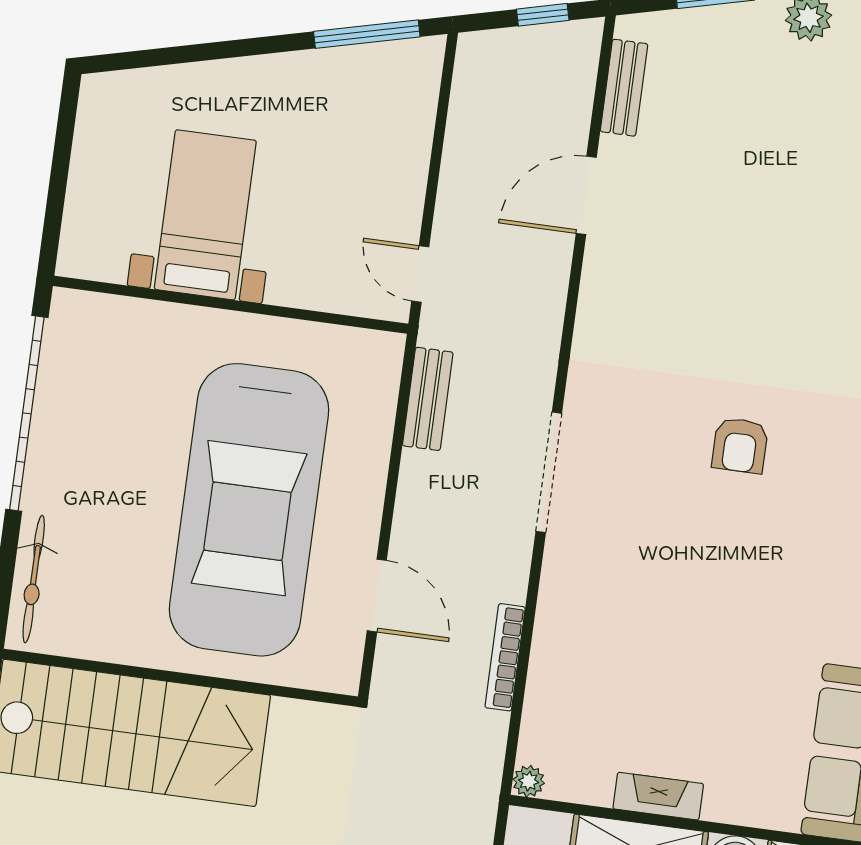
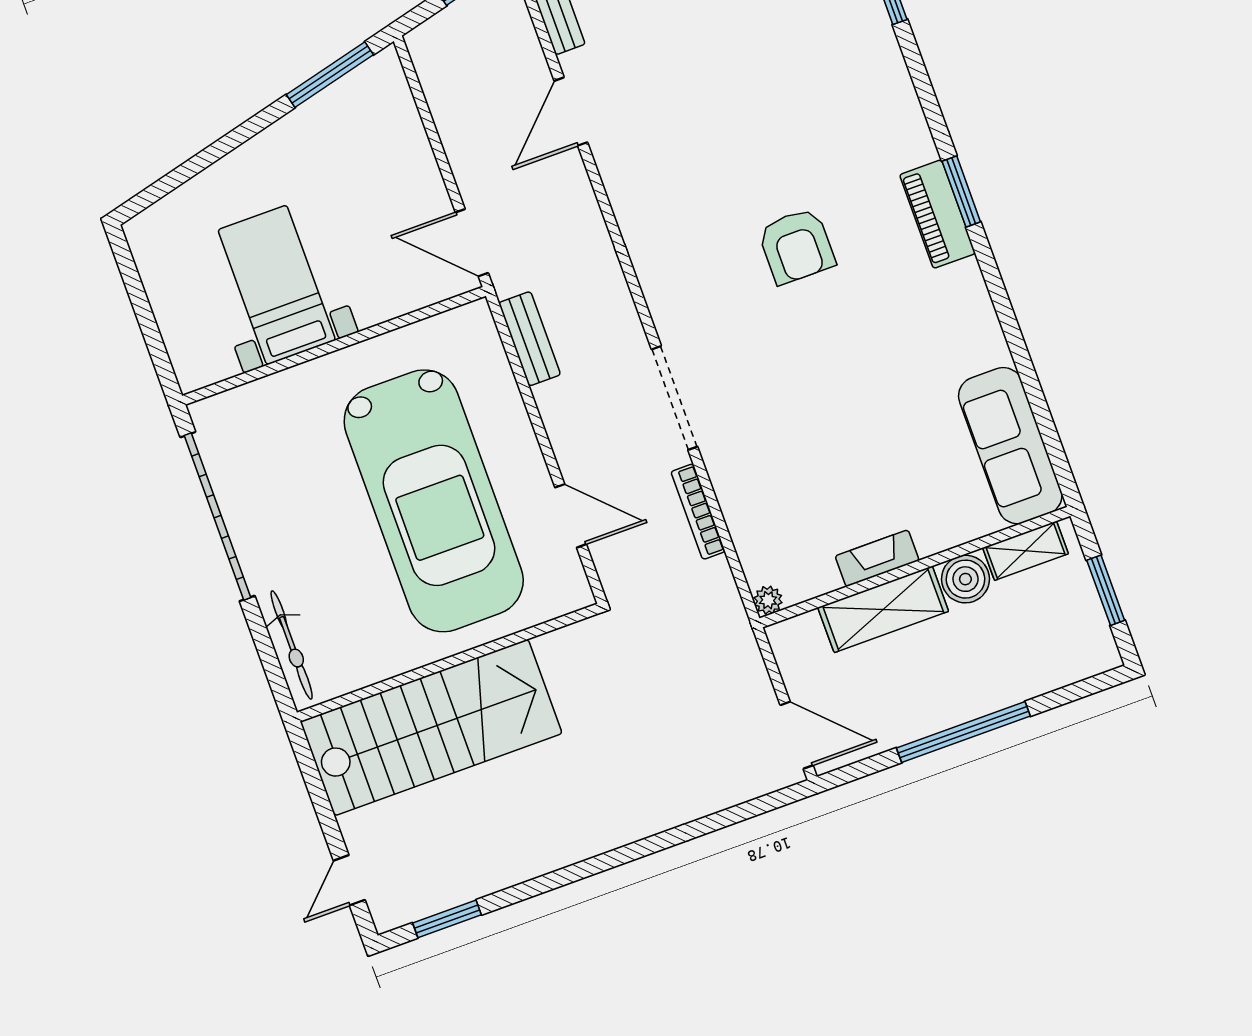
door: (420, 274) -> (472, 243), width x1.37
armchair: (740, 445) -> (796, 246), width x1.38, depth x1.38
doorway: (549, 472) -> (675, 398), moved

